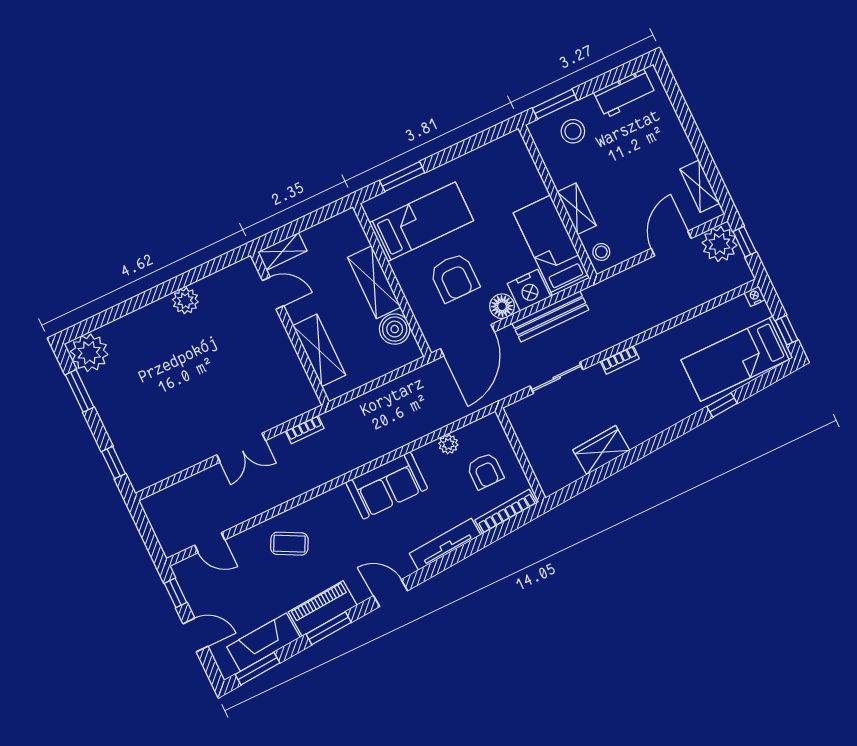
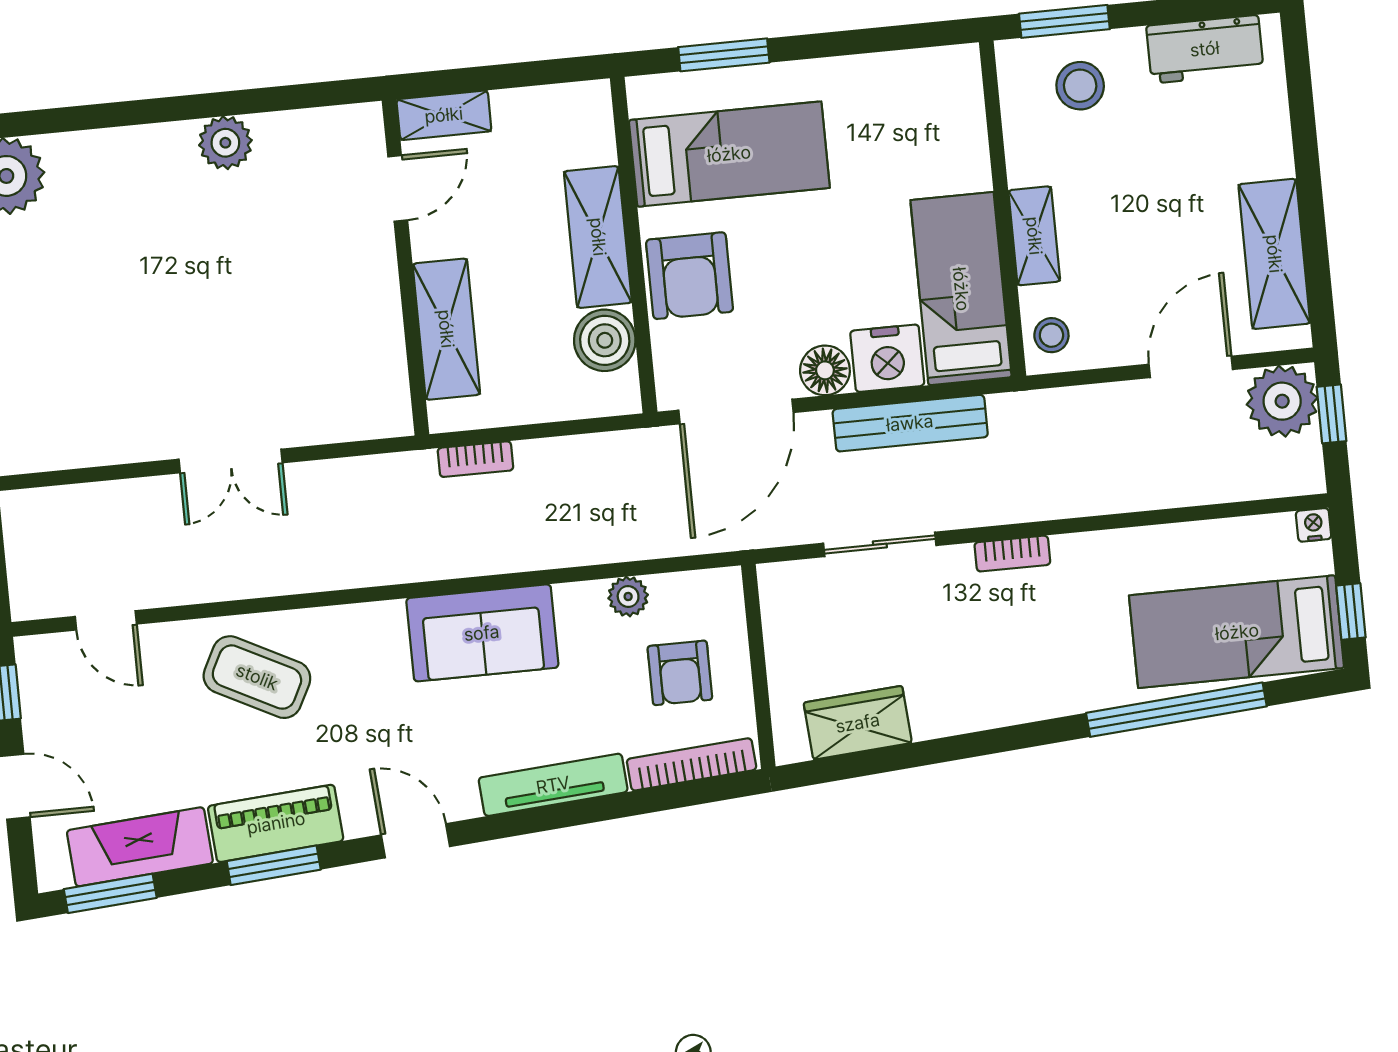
shelving: (700, 186) -> (1274, 254), width x1.50, depth x1.33
armchair: (454, 278) -> (690, 276), moved
door: (273, 293) -> (398, 188), hinge flipped
window: (722, 405) -> (1176, 710), width x3.17
bookcase: (305, 430) -> (475, 459), moved
wardrobe: (601, 450) -> (858, 723), moved
coffee table: (289, 544) -> (257, 677), width x1.36, depth x1.30

